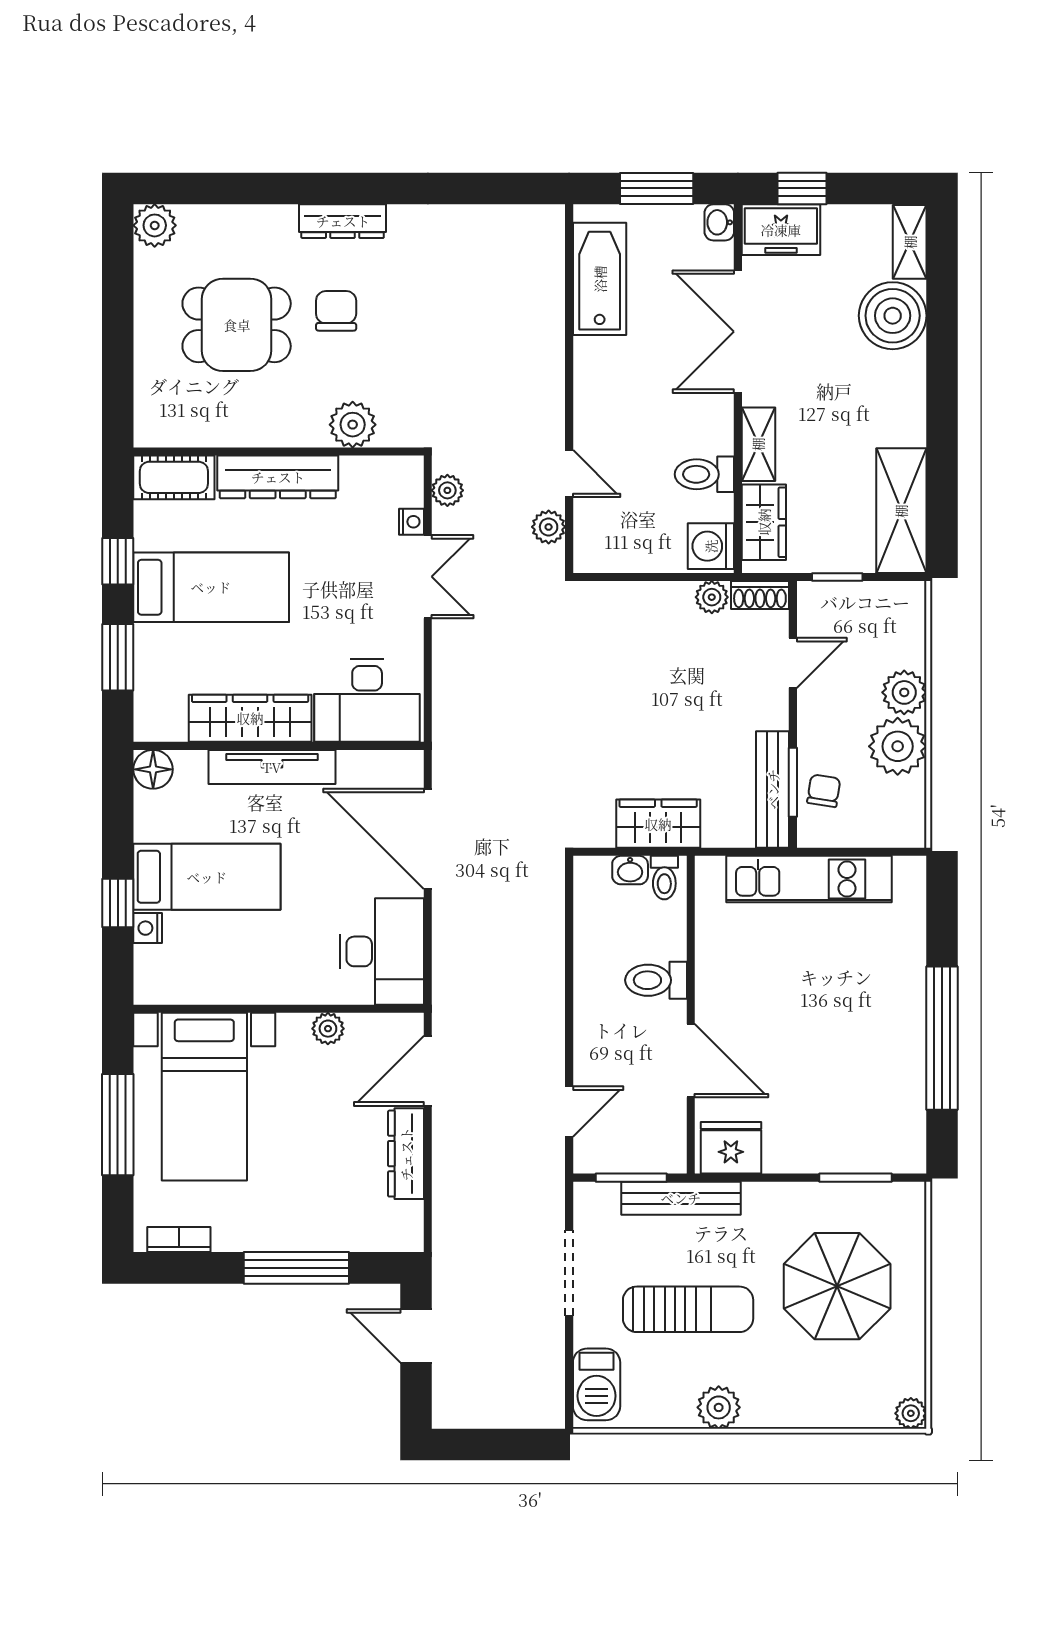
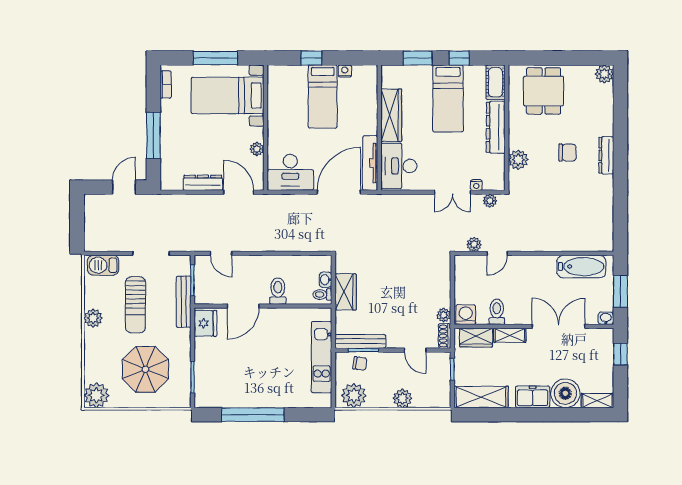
freezer: (781, 230) -> (533, 397), moved, turned 90
dining table: (237, 325) -> (544, 91), moved
plant: (898, 746) -> (354, 395), moved
tv unit: (272, 767) -> (370, 163), moved
floor lamp: (153, 769) -> (369, 73), removed
nightstand: (148, 928) -> (345, 71), moved
plant: (911, 1413) -> (96, 395), width x1.88, depth x1.88

